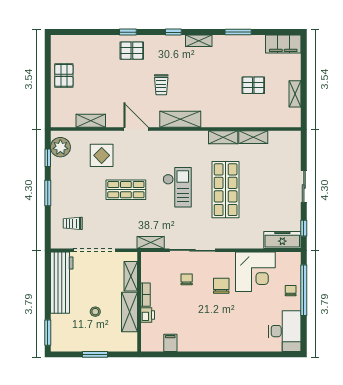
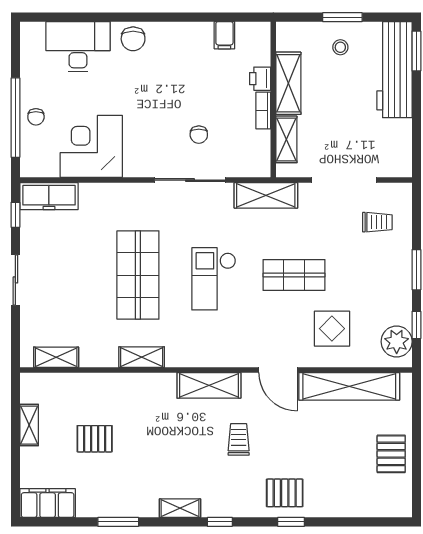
shelving: (91, 121) -> (349, 386), width x2.20, depth x1.33
shelving: (253, 137) -> (56, 357), moved
shelving: (151, 243) -> (266, 195), width x1.50, depth x1.33
workbench: (62, 283) -> (394, 70), moved
chair: (221, 286) -> (133, 39), moved
stool: (95, 312) -> (340, 47), moved
desk: (285, 331) -> (78, 47), moved, turned 90

